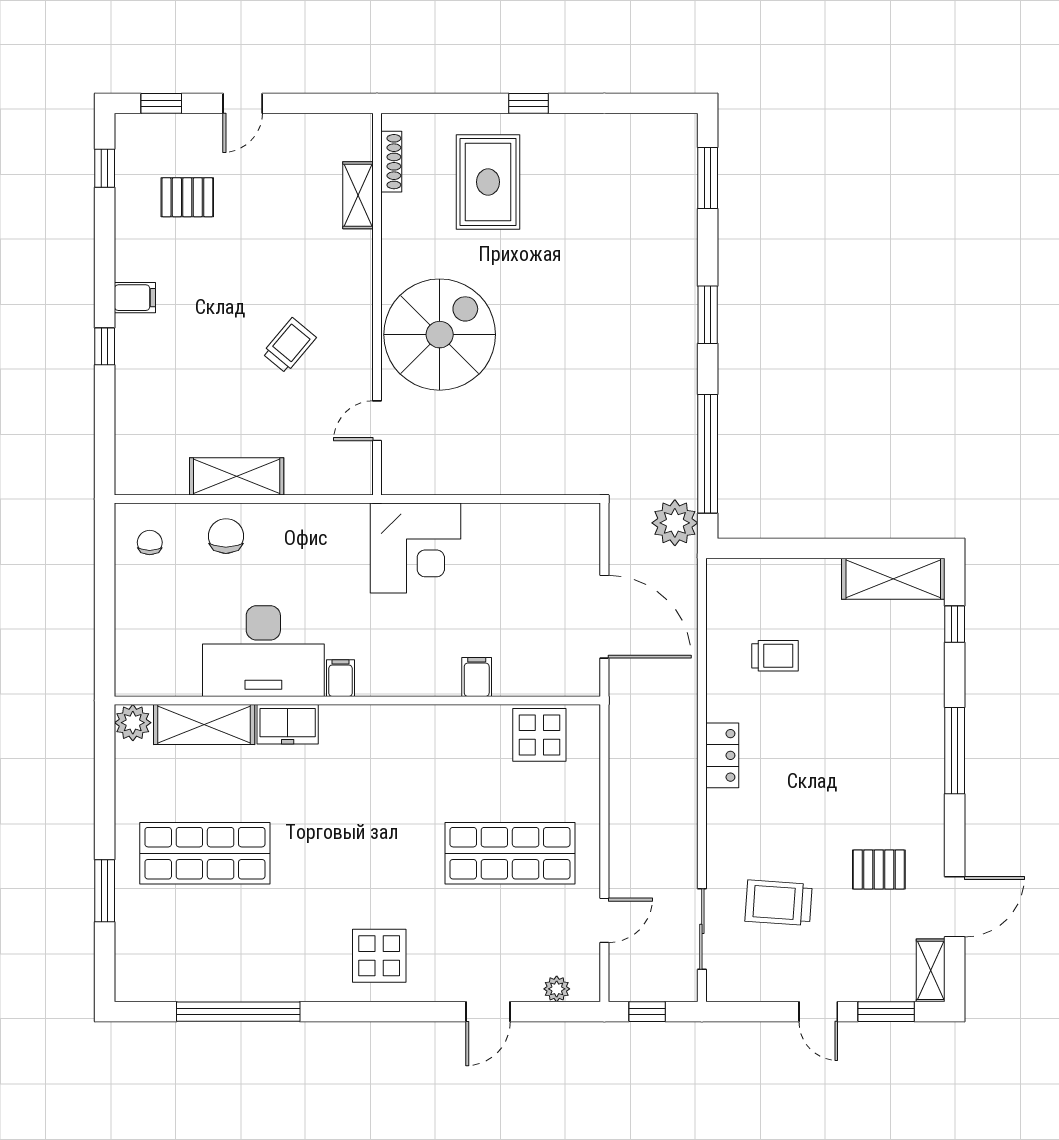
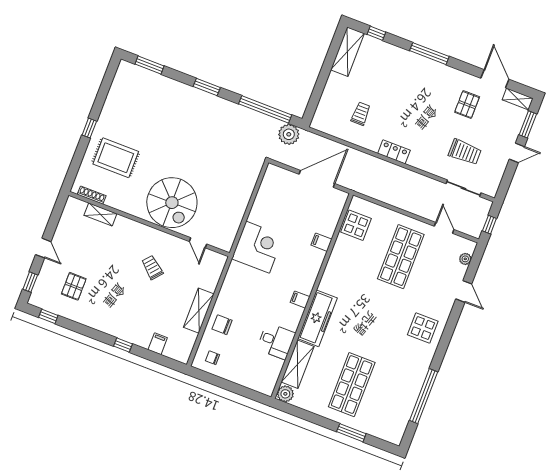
filing cabinet: (135, 298) -> (158, 344), moved
spiral stairs: (440, 335) -> (172, 203), turned 180
desk: (263, 651) -> (276, 341), width x0.53, depth x0.77
freezer: (288, 724) -> (318, 318), width x1.91, depth x1.26
trolley: (779, 903) -> (465, 152), turned -94

